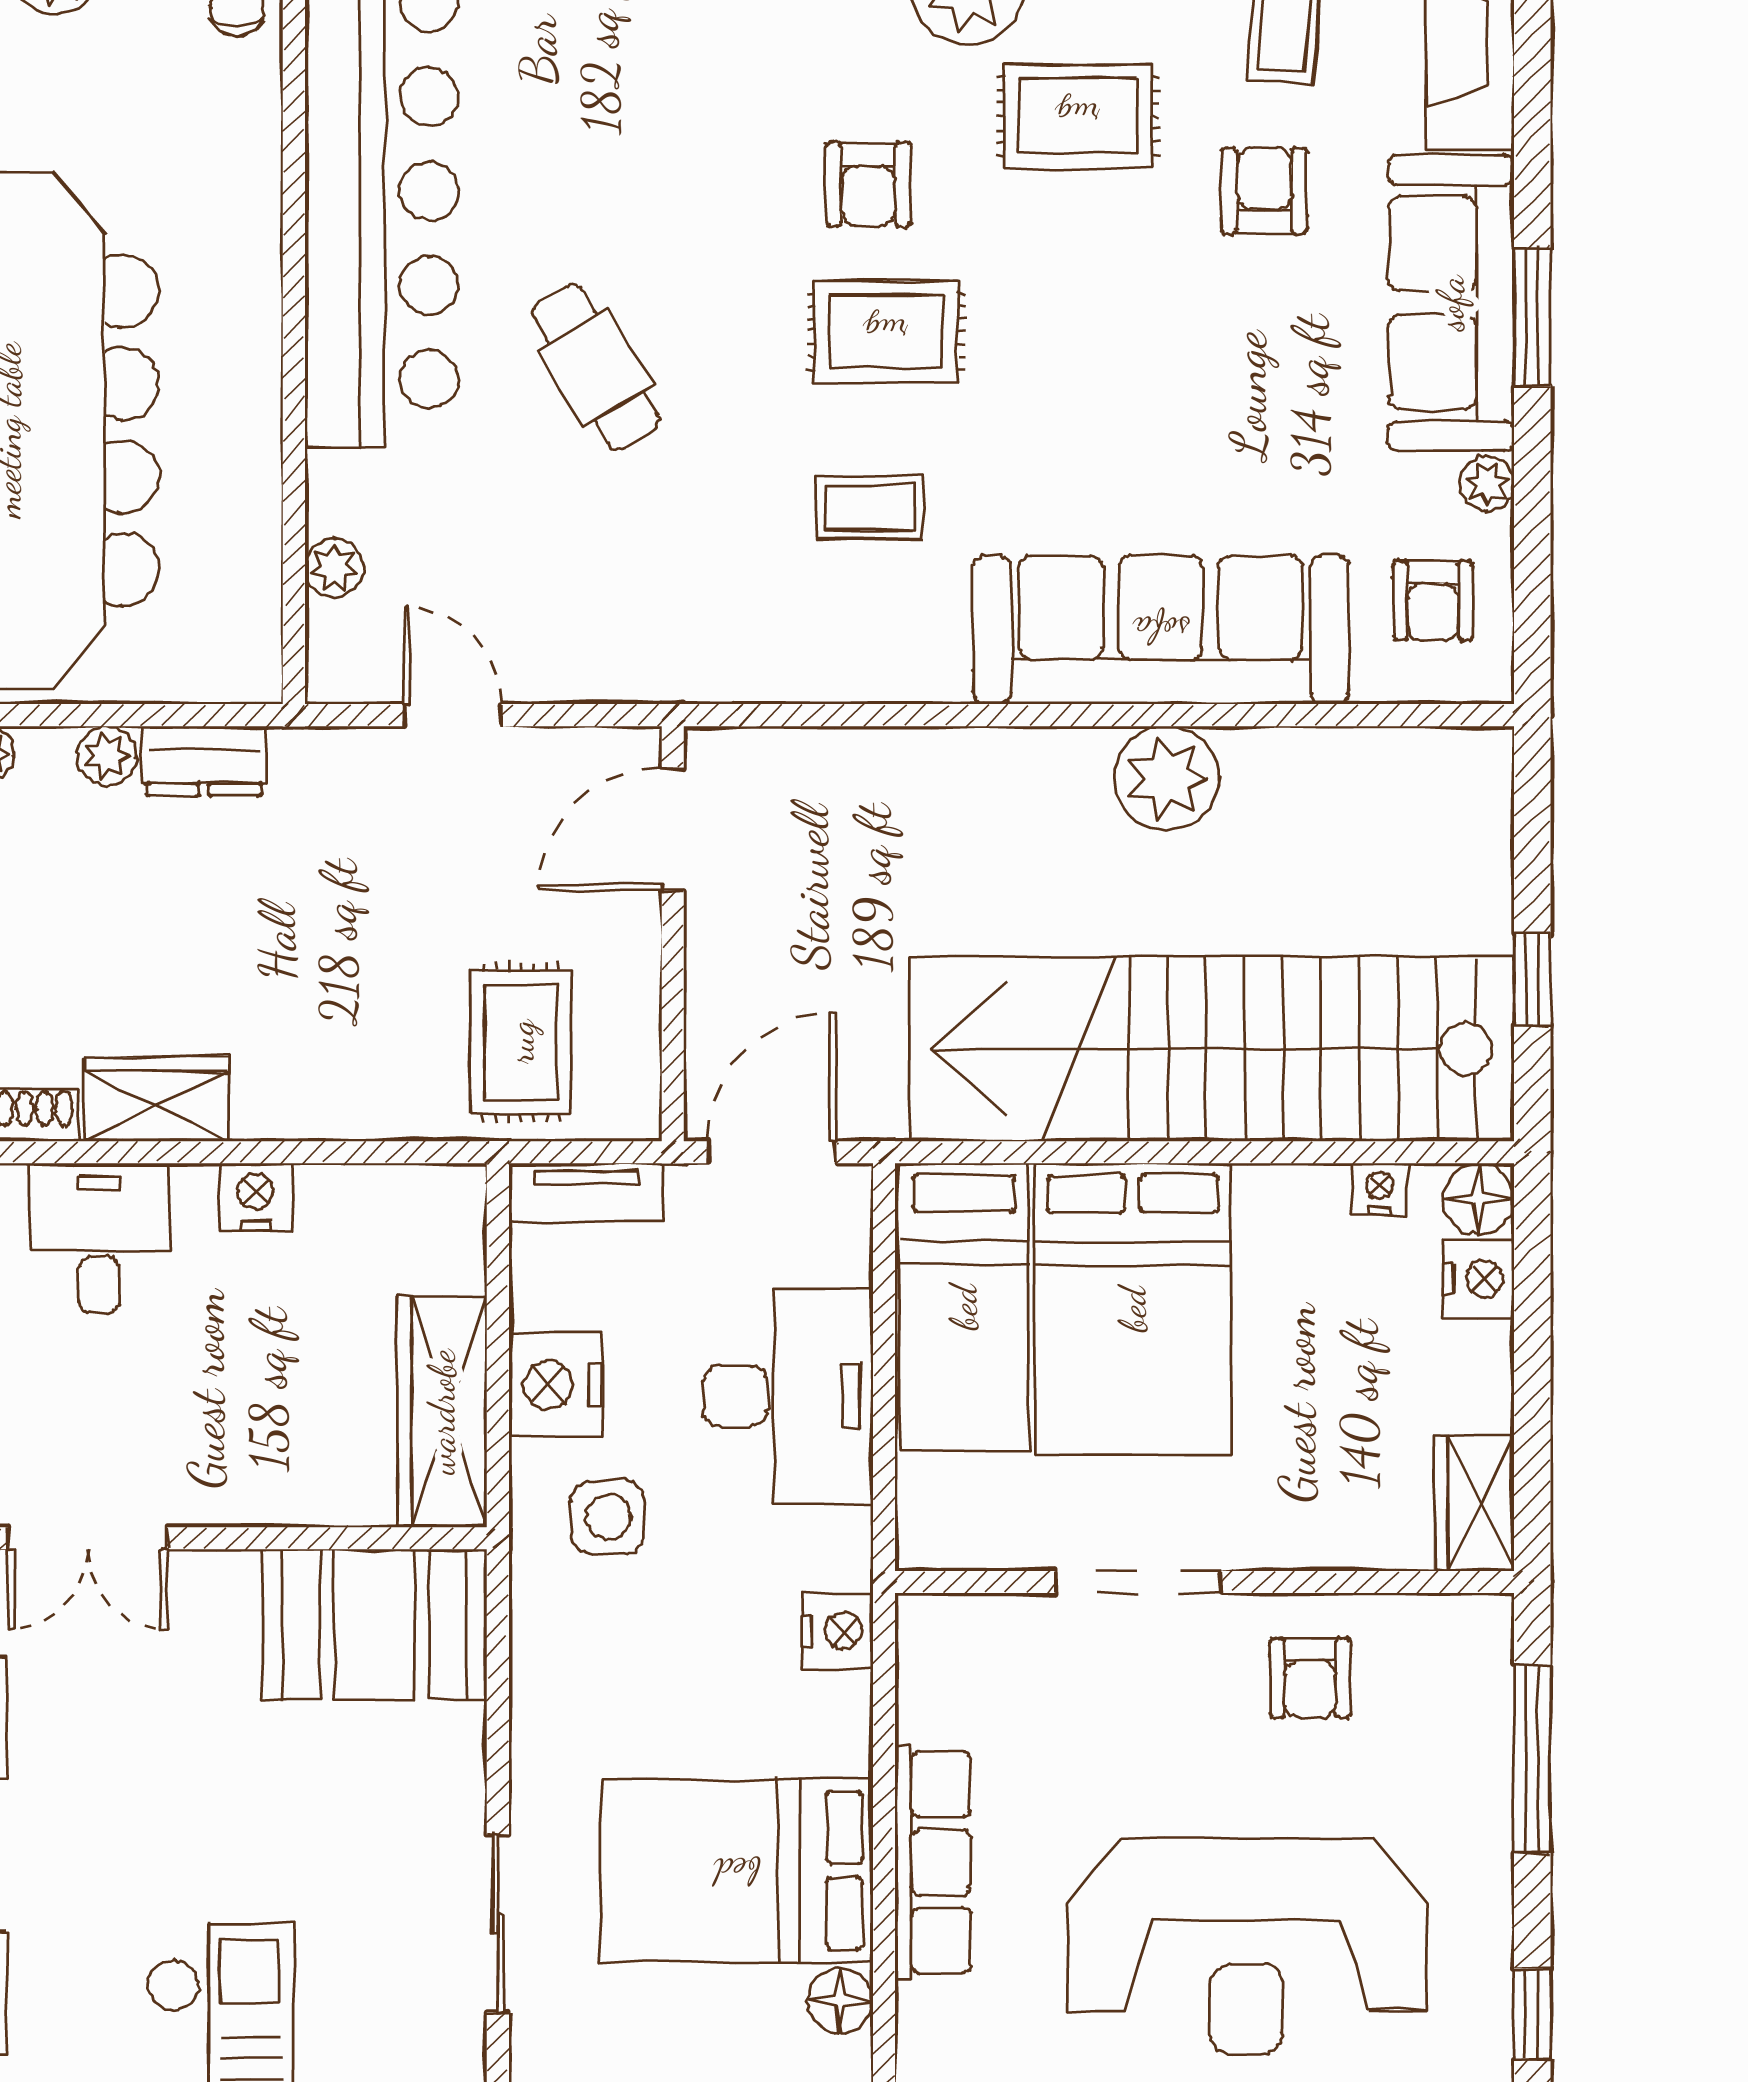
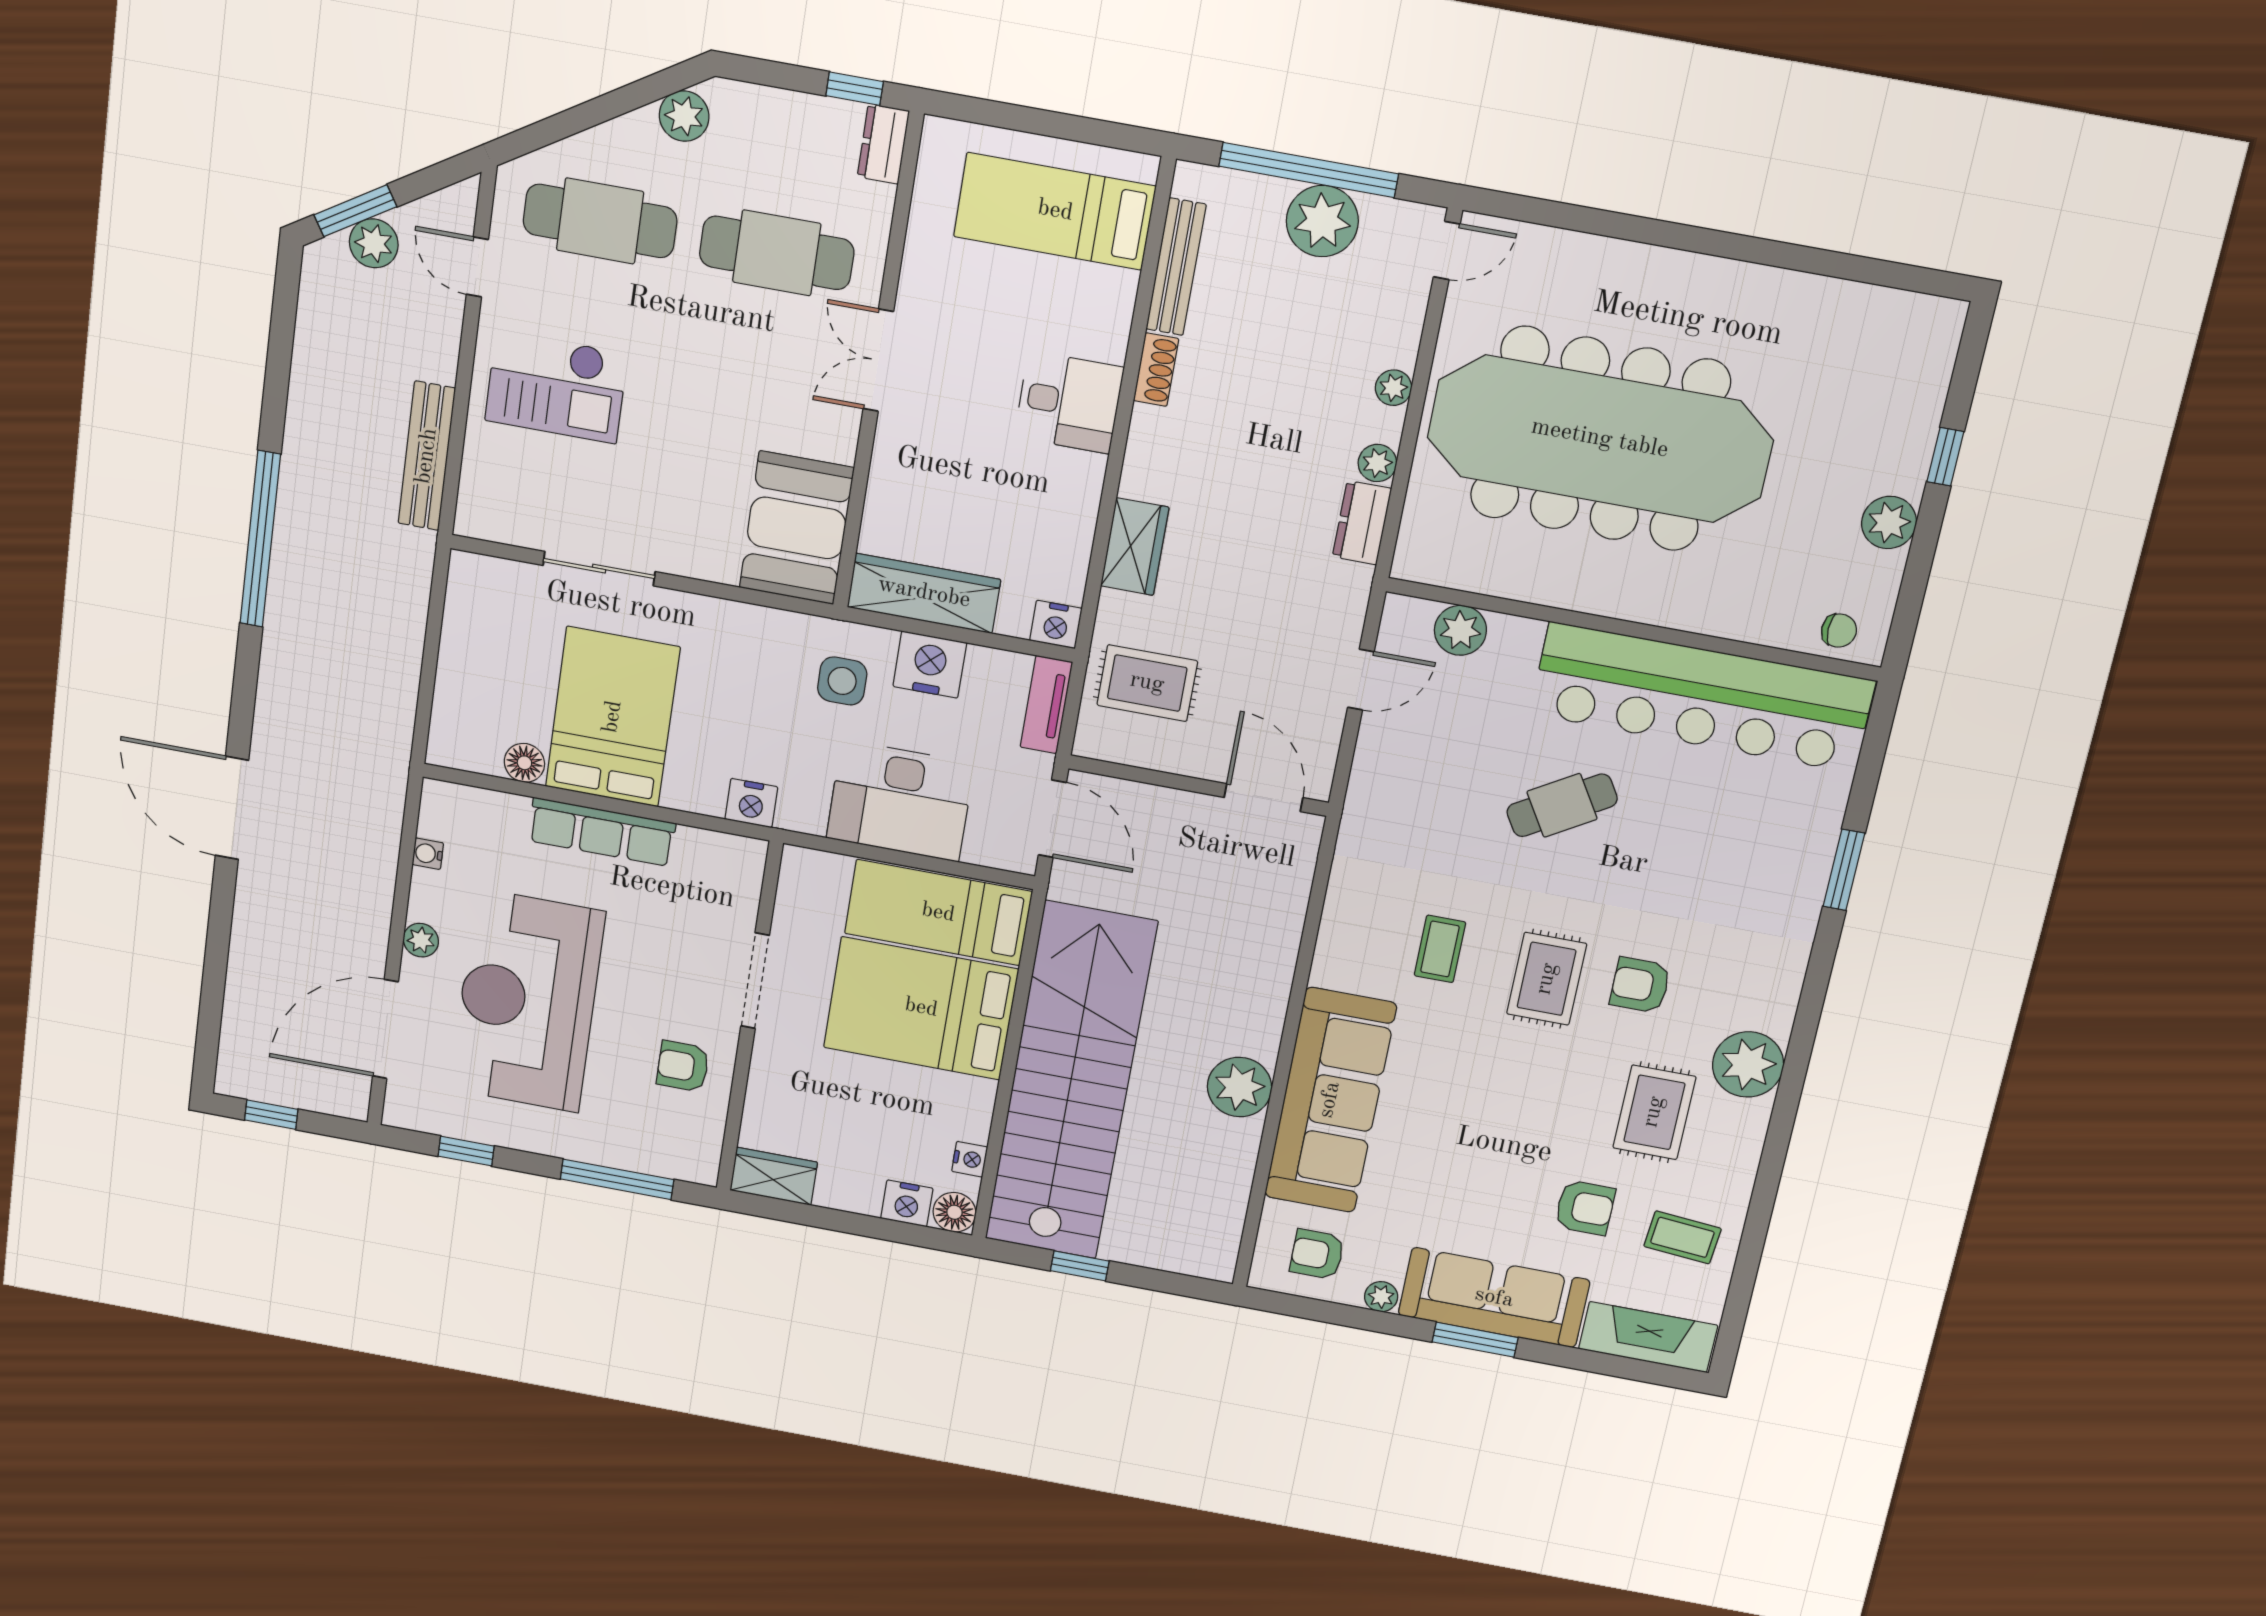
plant: (334, 568) -> (1460, 630), width x1.38, depth x1.38
wardrobe: (156, 1099) -> (1135, 547), moved
nightstand: (255, 1197) -> (1056, 624), moved, turned 90

